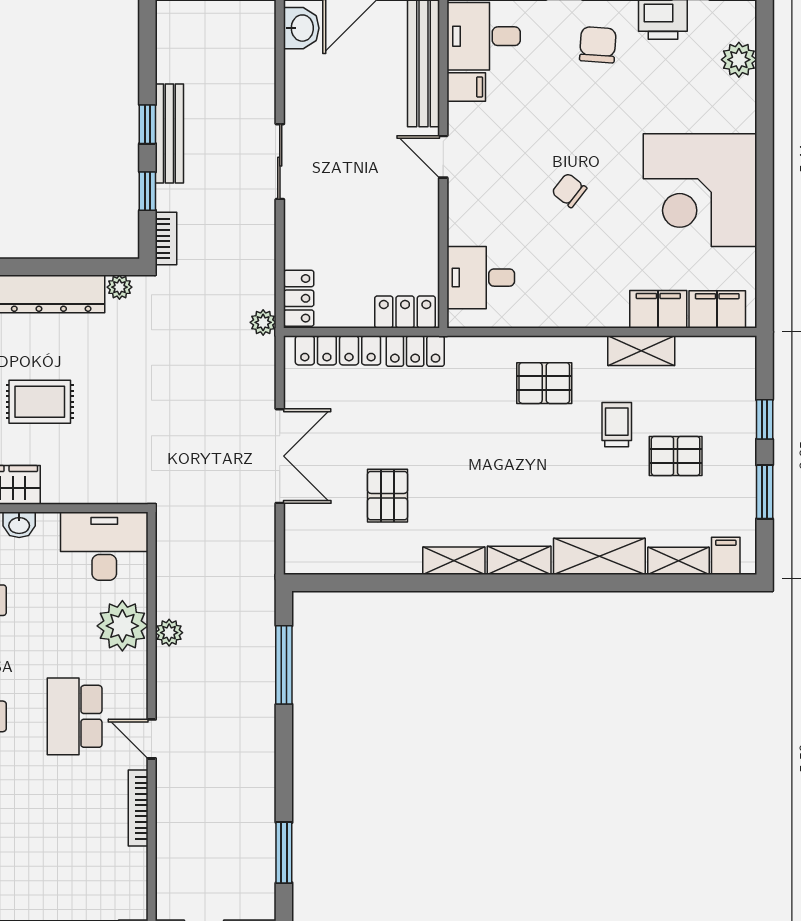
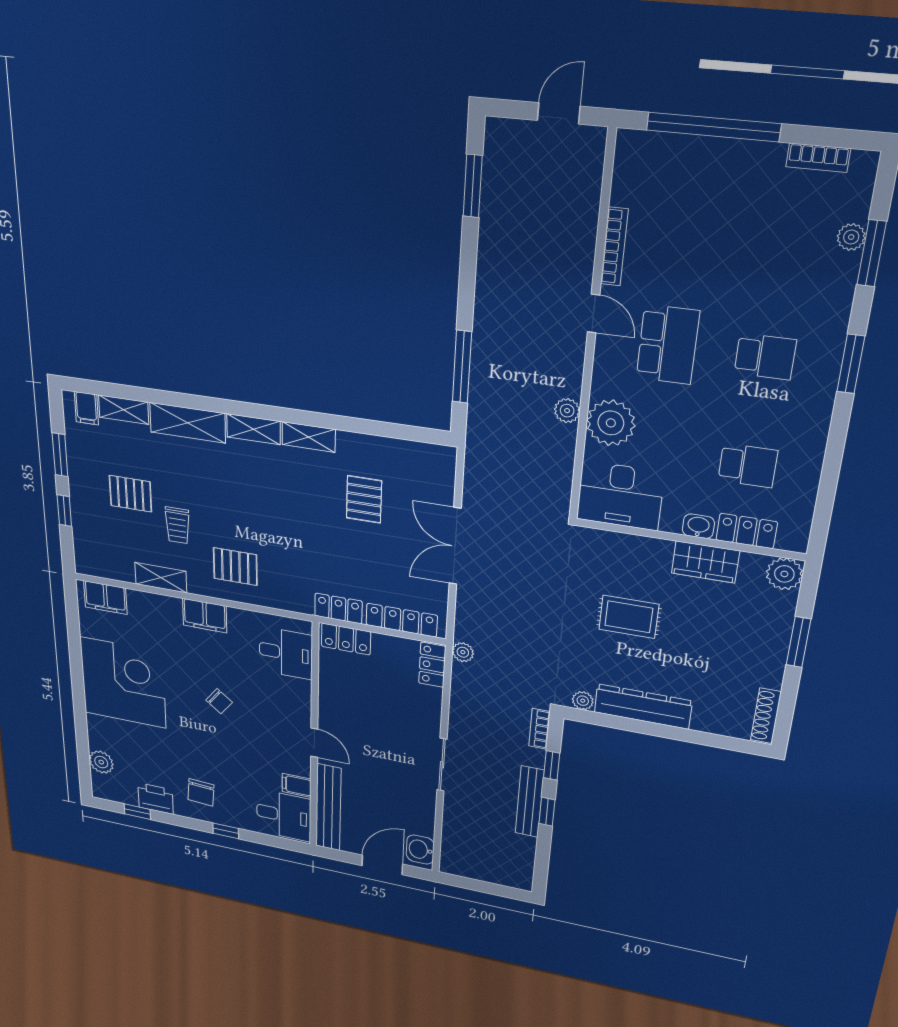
filing cabinet: (658, 309) -> (205, 616), moved
rug: (40, 402) -> (629, 617), moved

